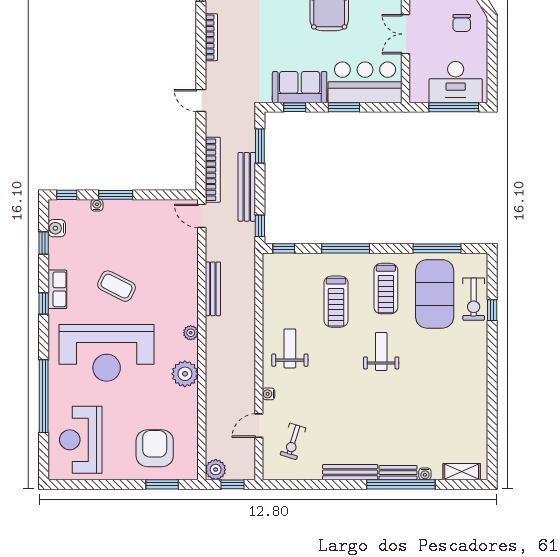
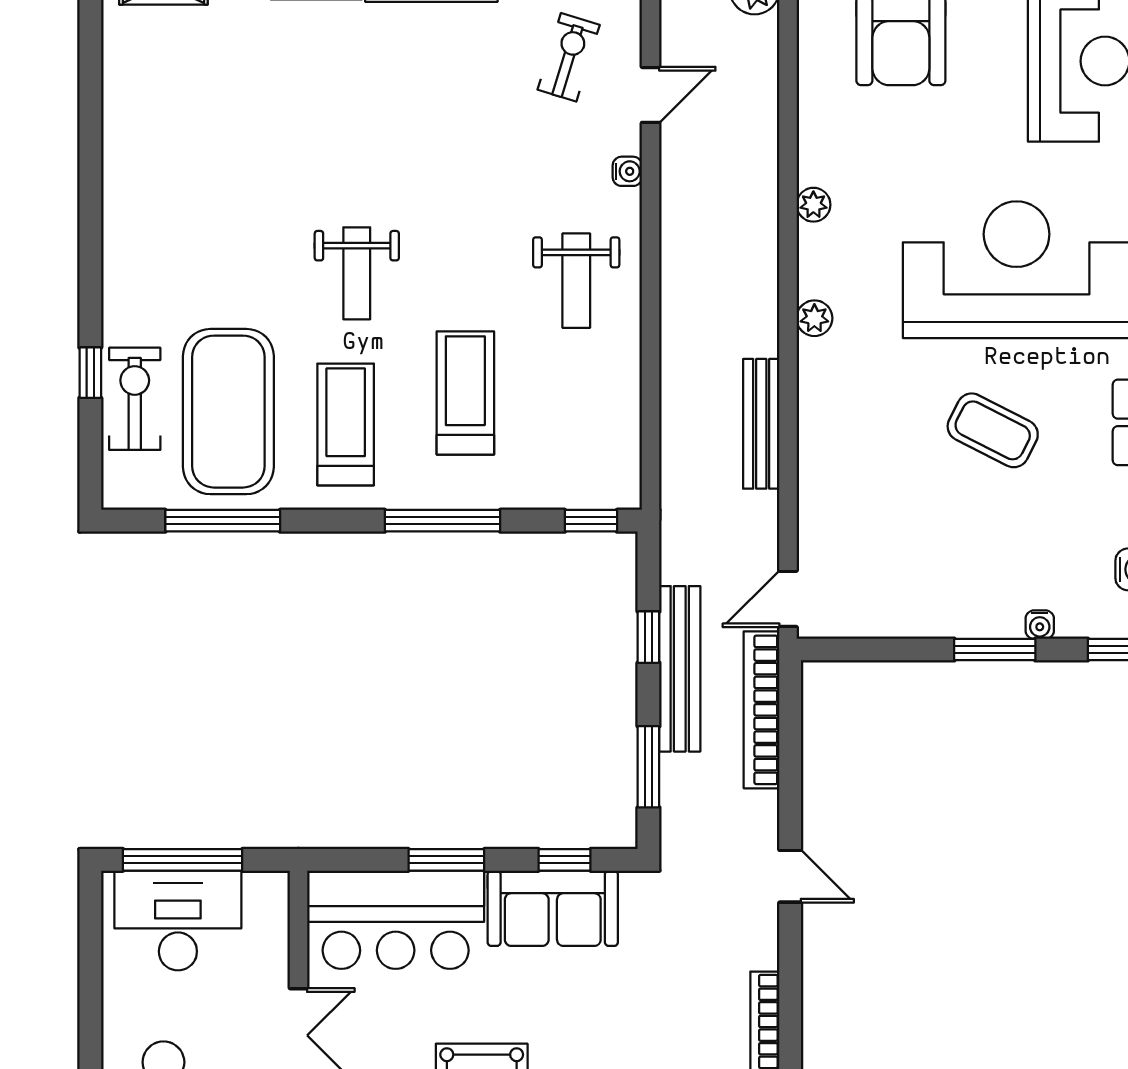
door: (202, 216) -> (788, 599), swing flipped
window: (260, 226) -> (648, 637), moved
plant: (185, 374) -> (813, 205), width x0.53, depth x0.53

